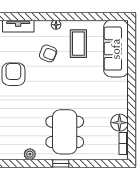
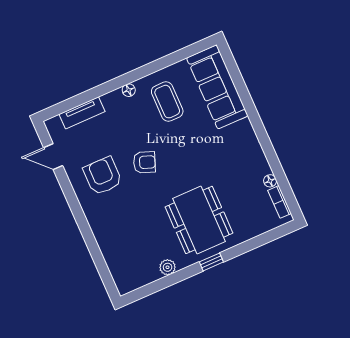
armchair: (48, 53) -> (144, 162), moved
floor lamp: (119, 123) -> (270, 181), width x0.53, depth x0.53

